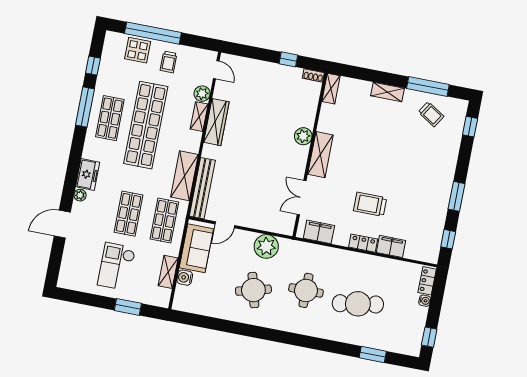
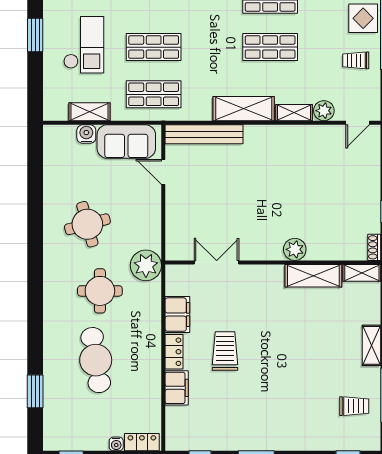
trolley: (431, 114) -> (354, 406), turned -122
wardrobe: (216, 122) -> (291, 136), removed
shop shelf: (146, 125) -> (270, 47), width x0.50, depth x0.74
shelving: (320, 155) -> (313, 276), moved
shelving: (184, 176) -> (244, 109), moved
filing cabinet: (319, 232) -> (177, 315), moved
plant: (266, 246) -> (146, 265), moved
checkout: (116, 266) -> (84, 45), turned 90
window: (128, 307) -> (35, 35), moved

